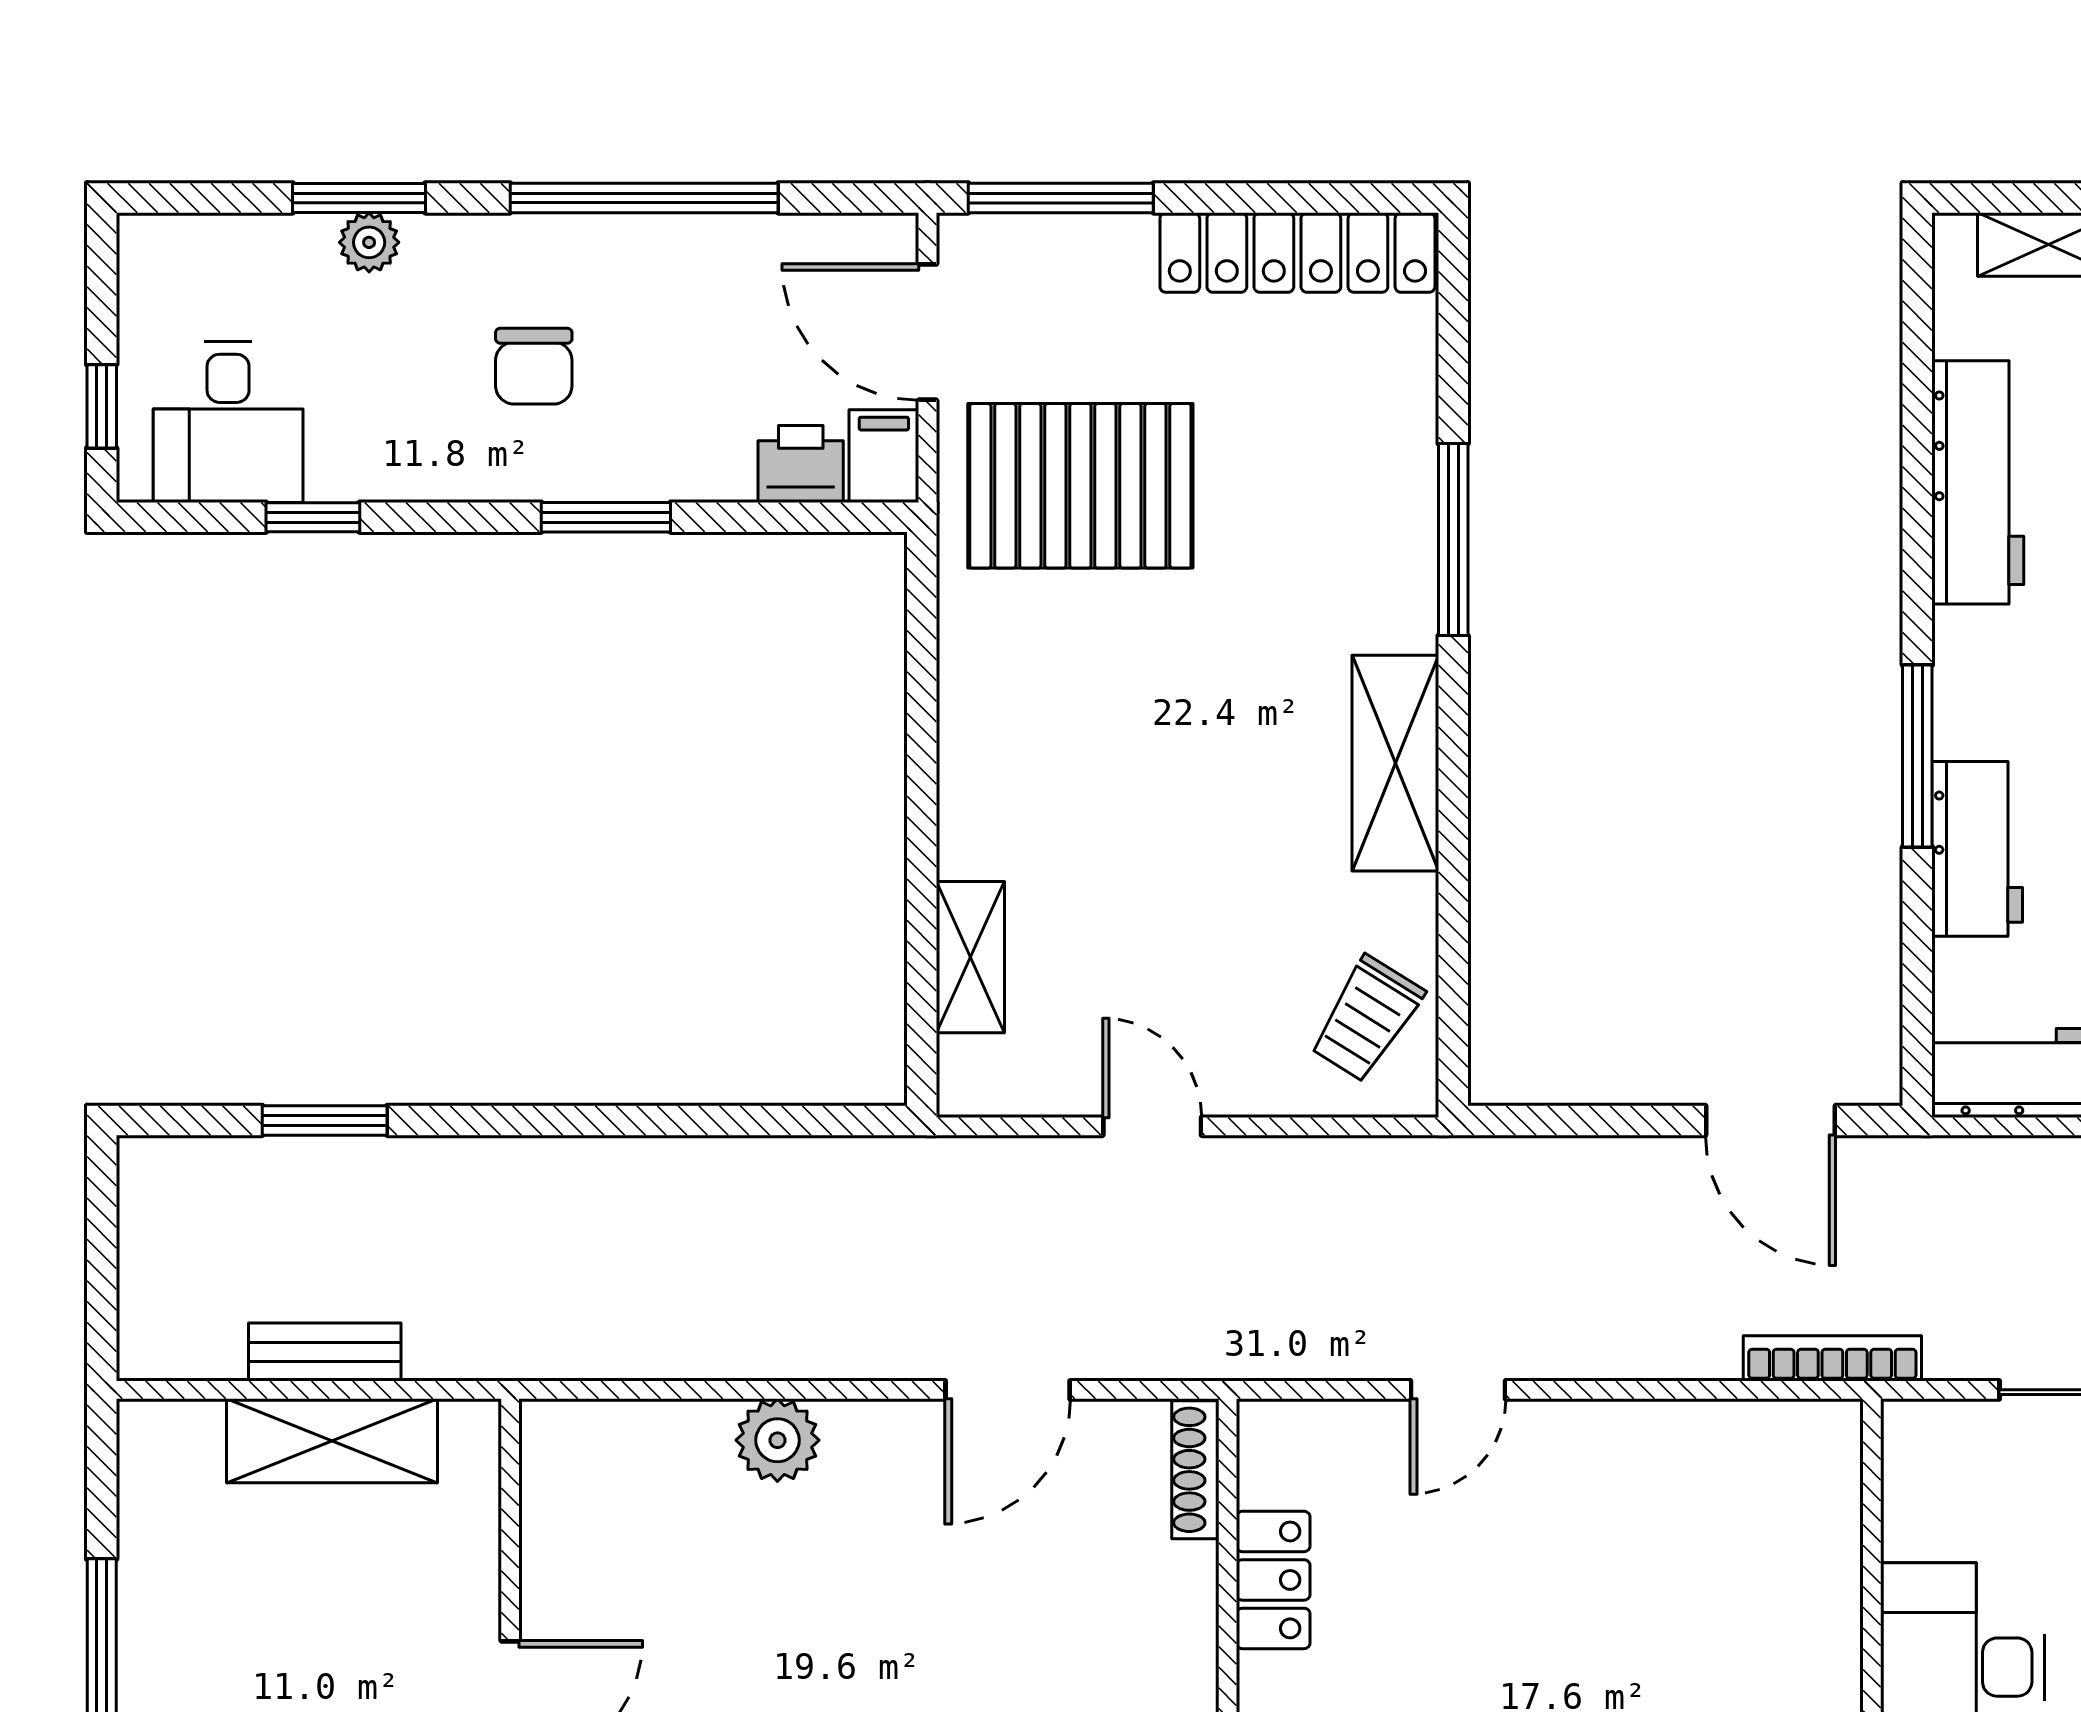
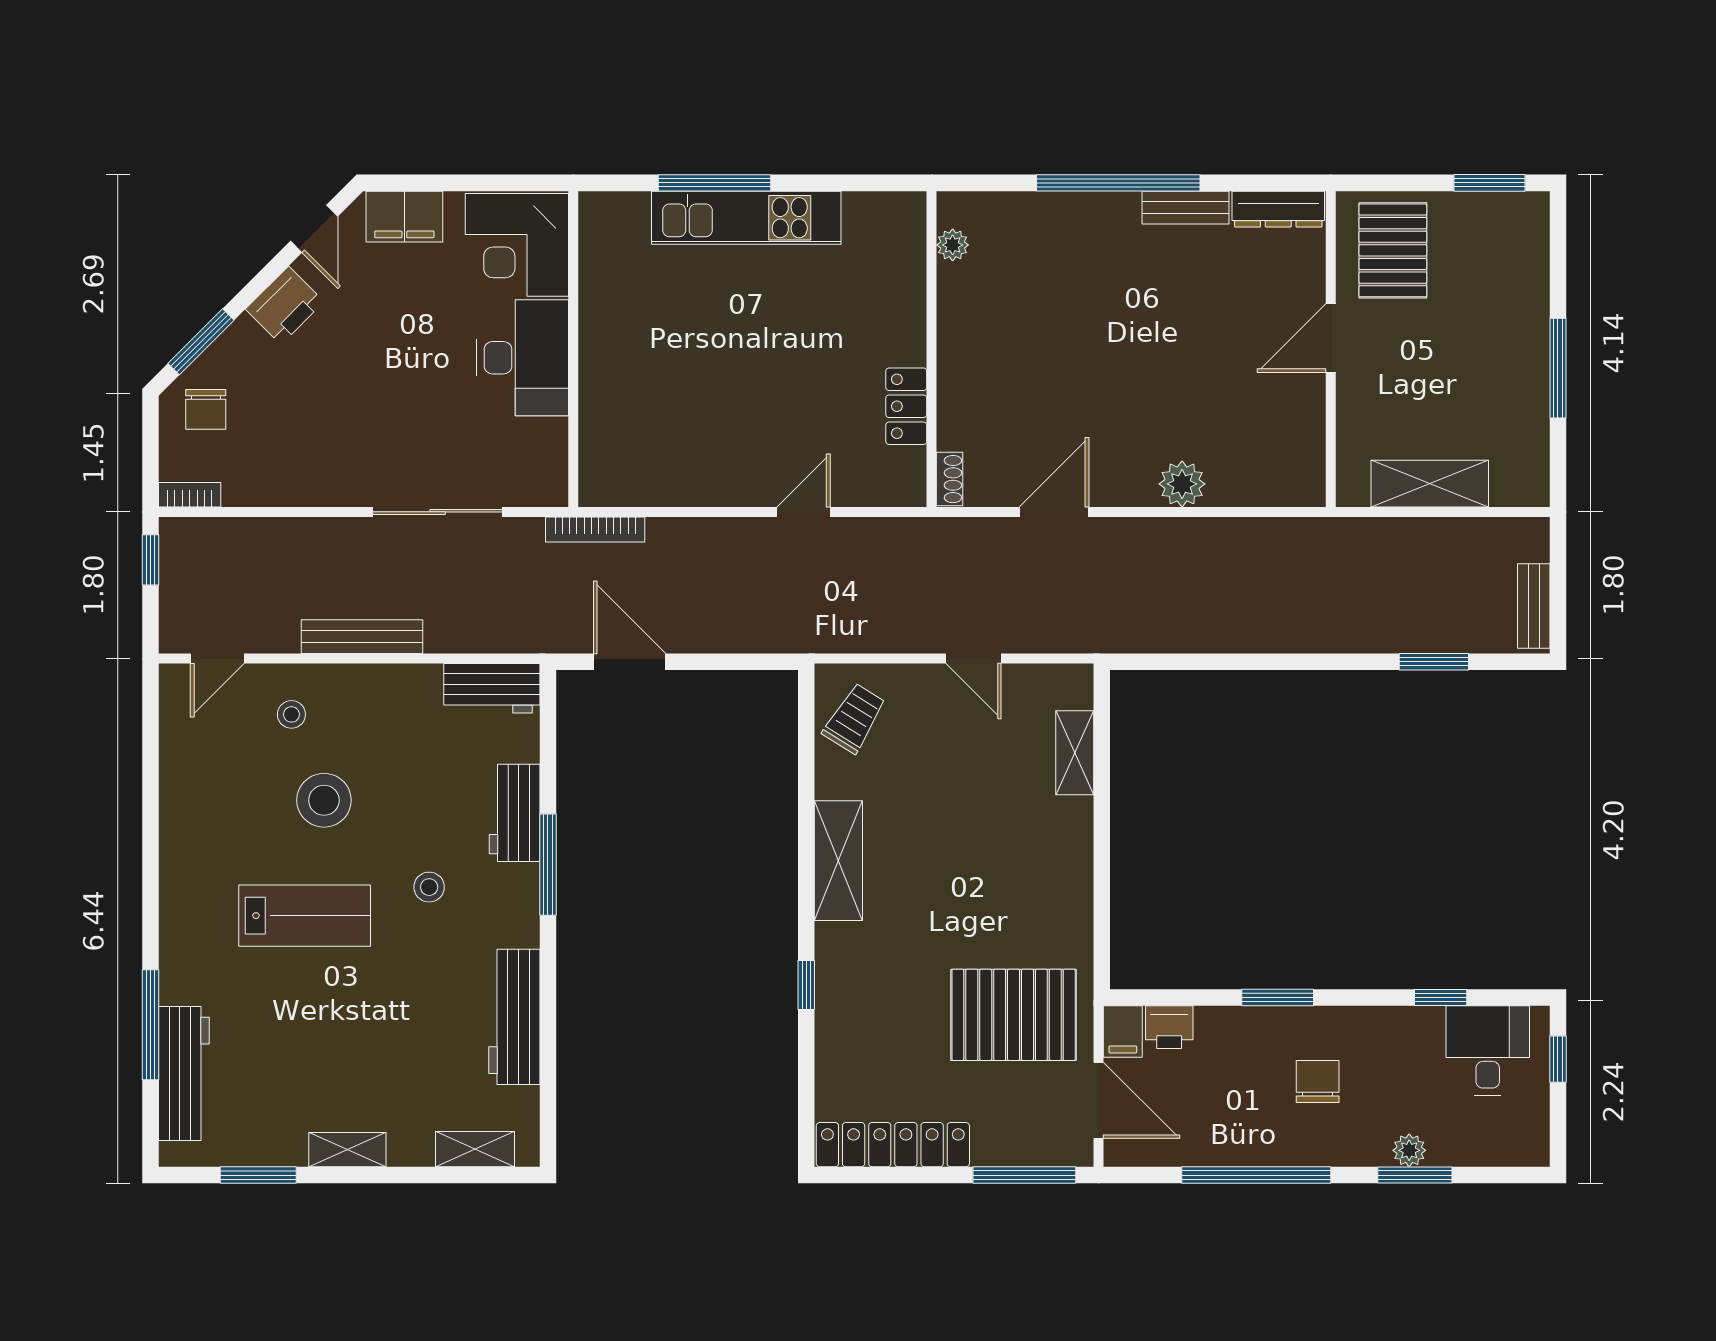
window: (1453, 540) -> (806, 985), width x0.46
bench: (325, 1352) -> (1534, 606), moved, turned 90
shoe rack: (1195, 1470) -> (950, 479), width x0.70

